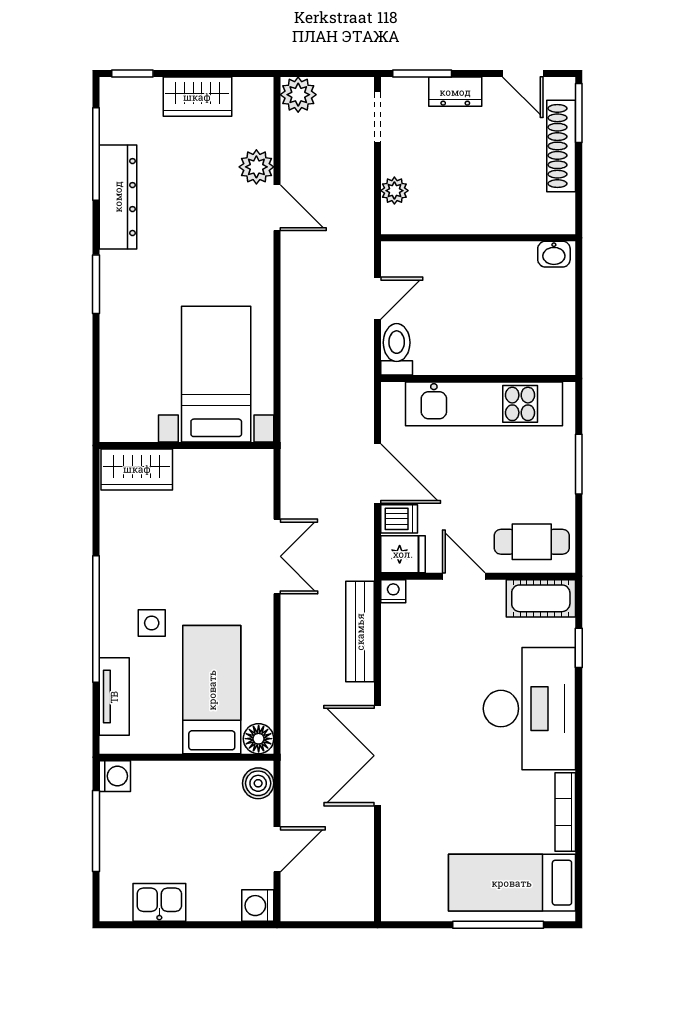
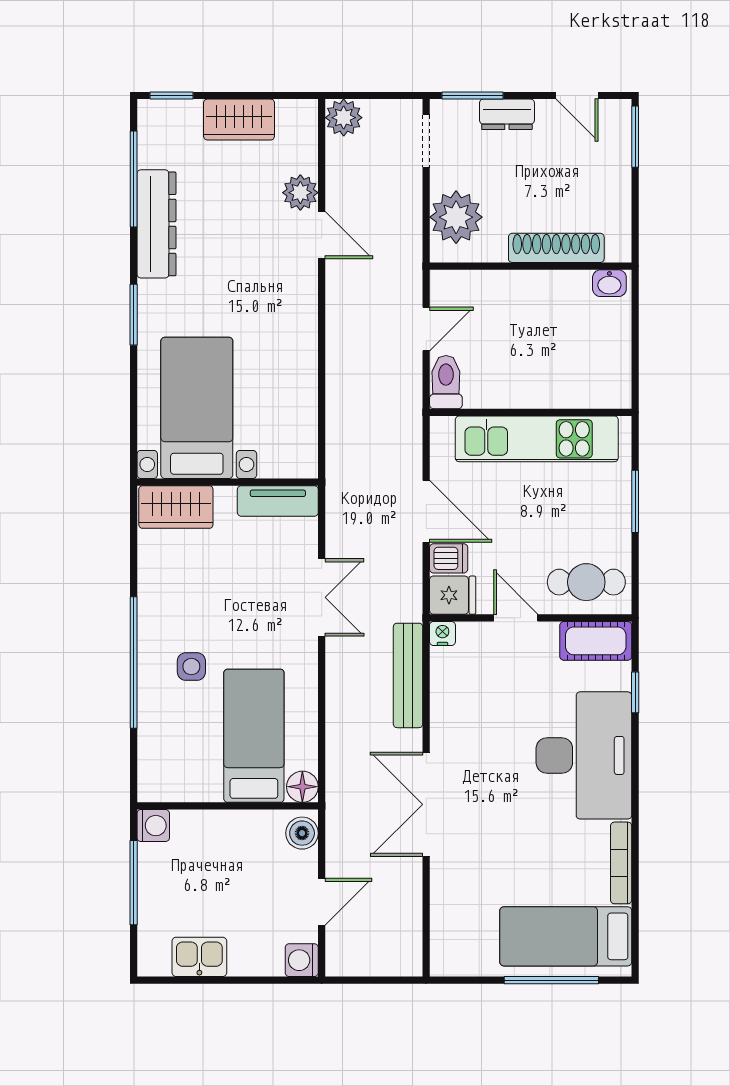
shoe rack: (561, 146) -> (556, 248), moved, turned 90
plant: (394, 191) -> (456, 217), width x1.87, depth x1.87
bed with nightstands: (216, 374) -> (197, 408), moved
tv unit: (114, 697) -> (278, 501), moved, turned 90

